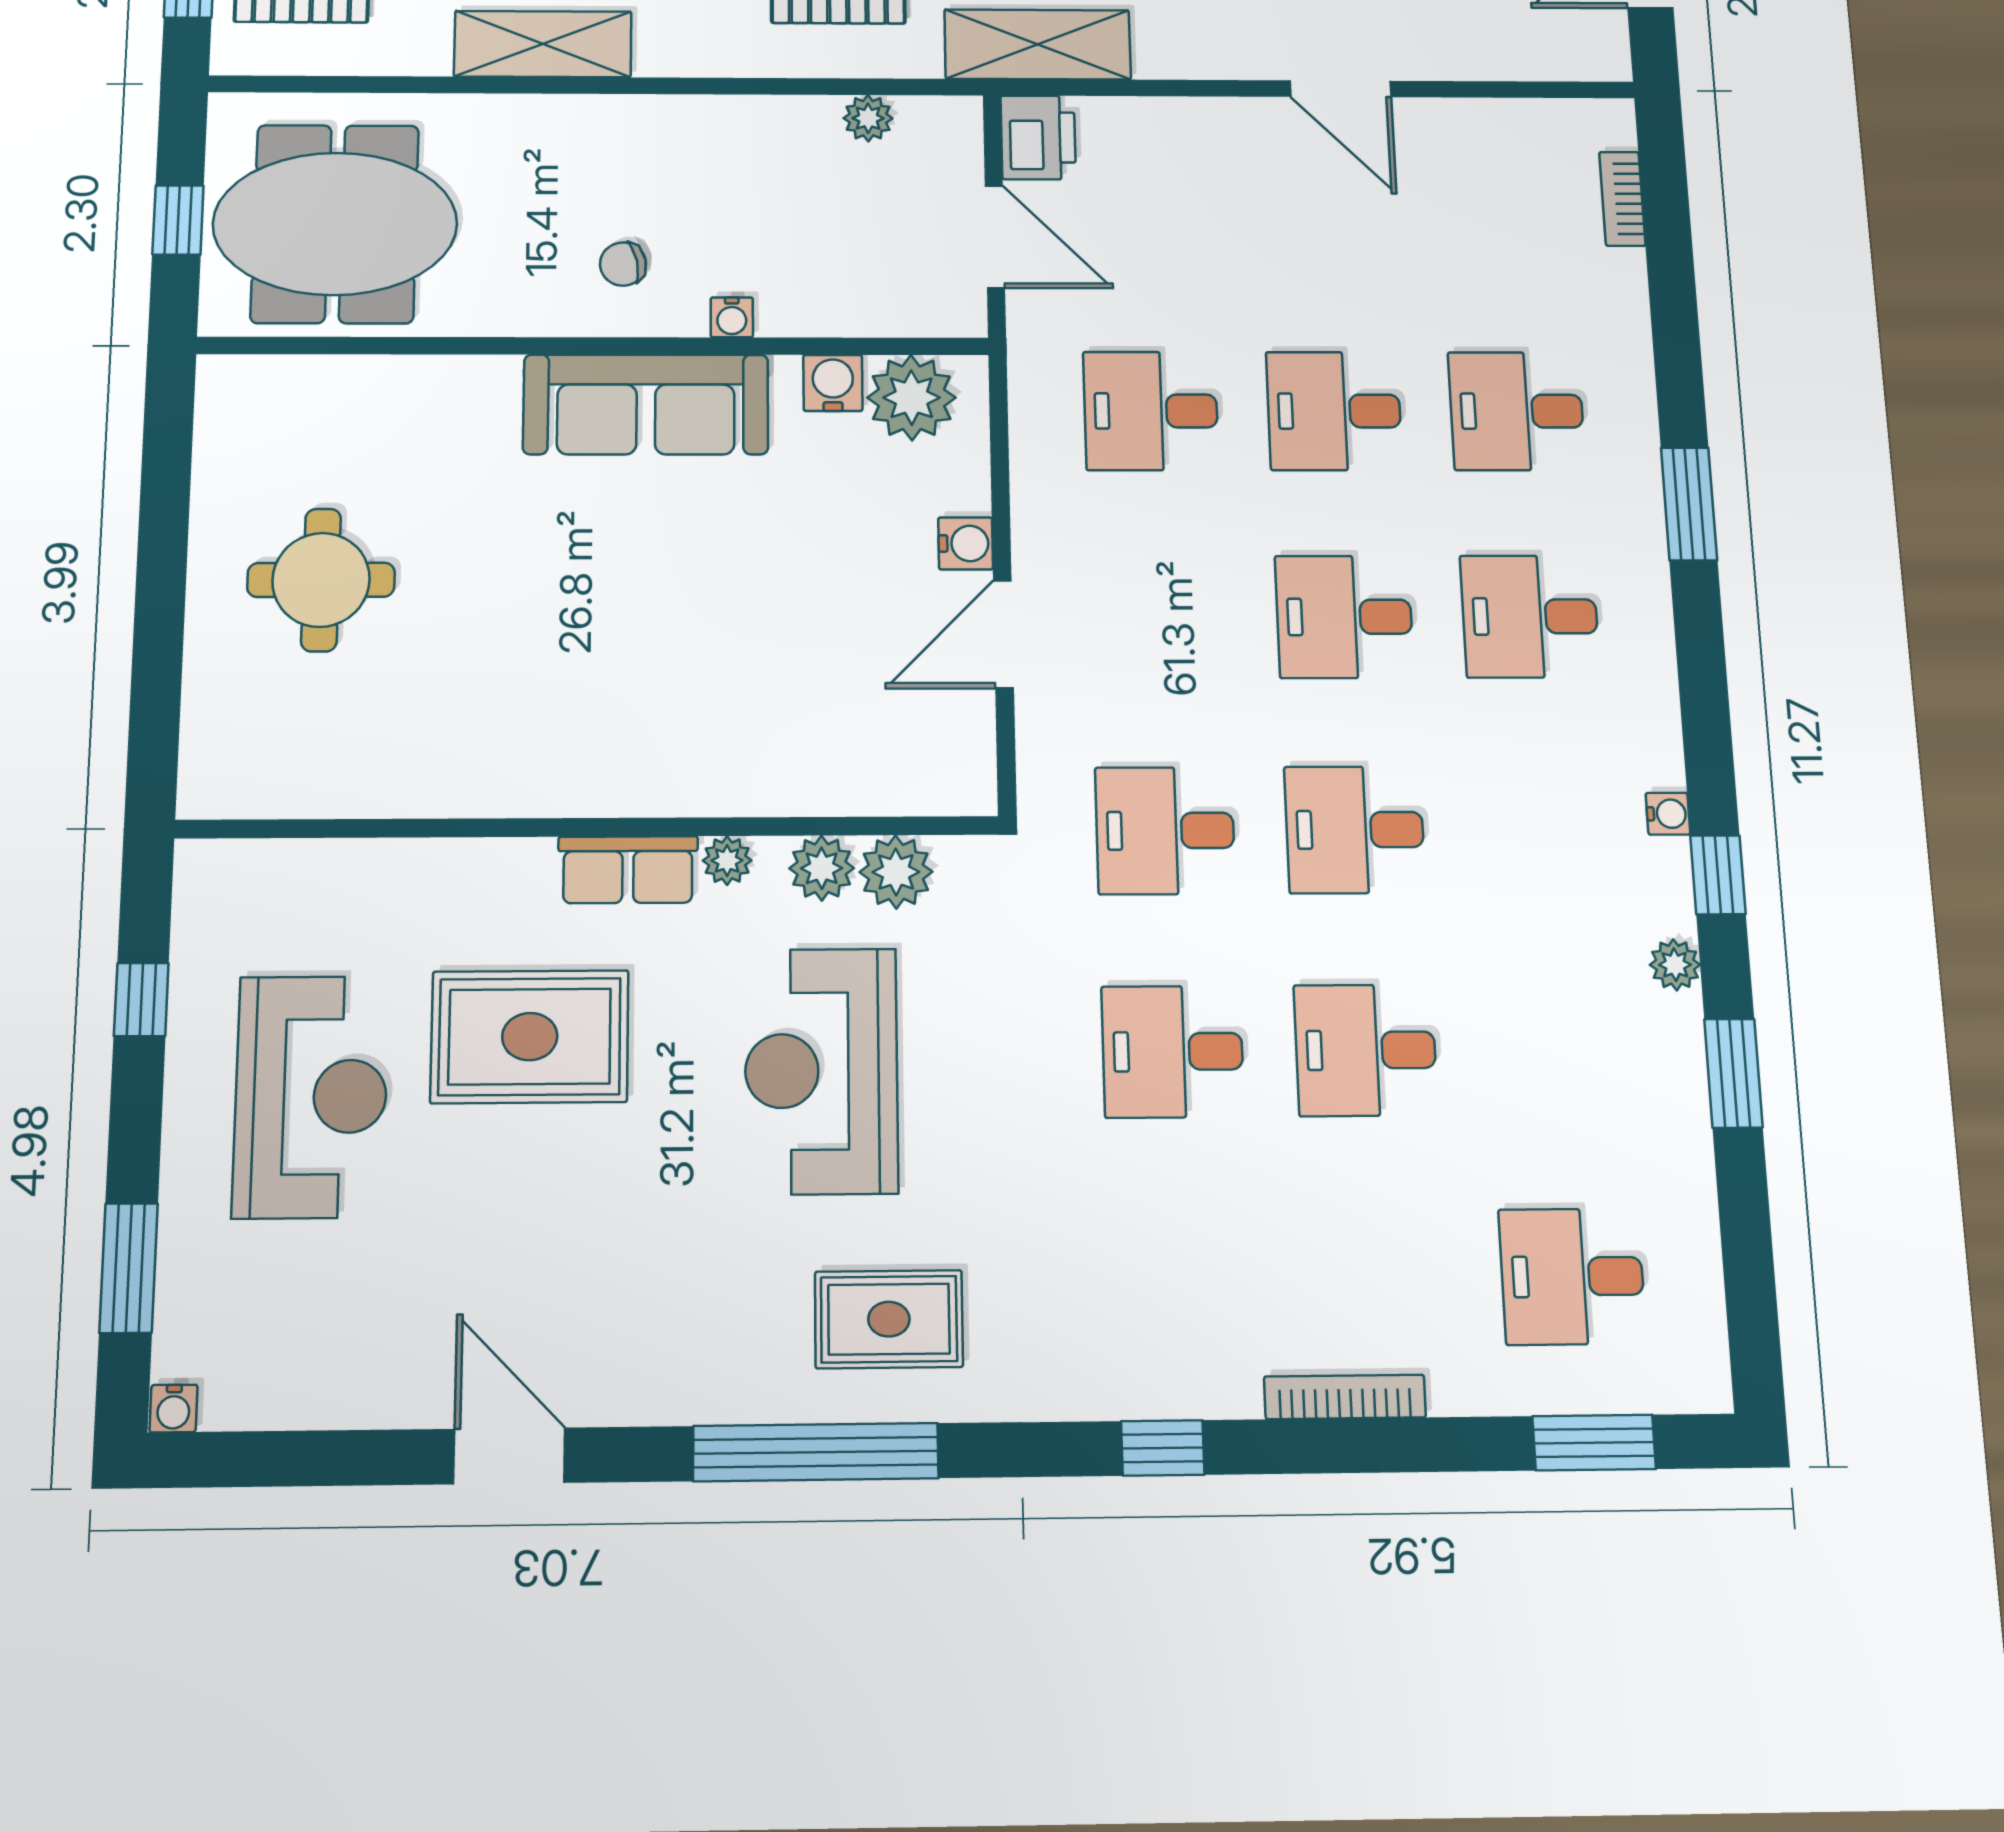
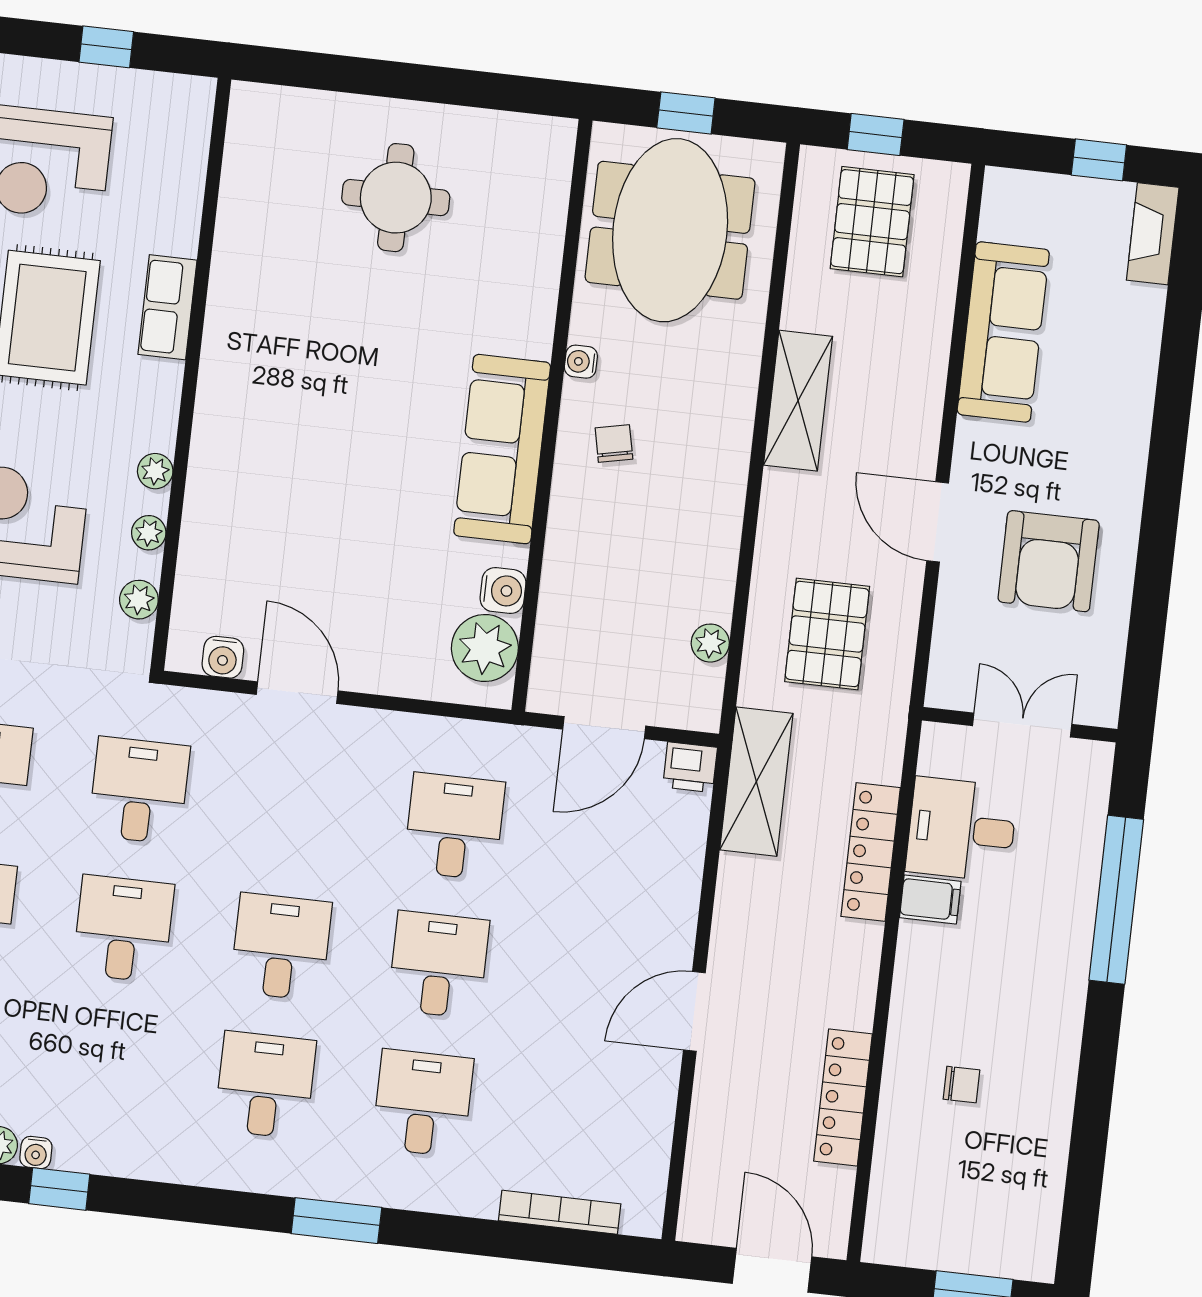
printer: (1038, 137) -> (690, 767), width x0.73, depth x0.81
bookcase: (1622, 199) -> (560, 1212), width x1.56
water cooler: (732, 317) -> (581, 362), moved
water cooler: (966, 543) -> (223, 657), moved
water cooler: (1668, 814) -> (36, 1152), moved
plant: (822, 868) -> (149, 533), width x0.73, depth x0.73
row of seats: (628, 870) -> (168, 307), moved
plant: (896, 872) -> (139, 600), width x0.73, depth x0.73

